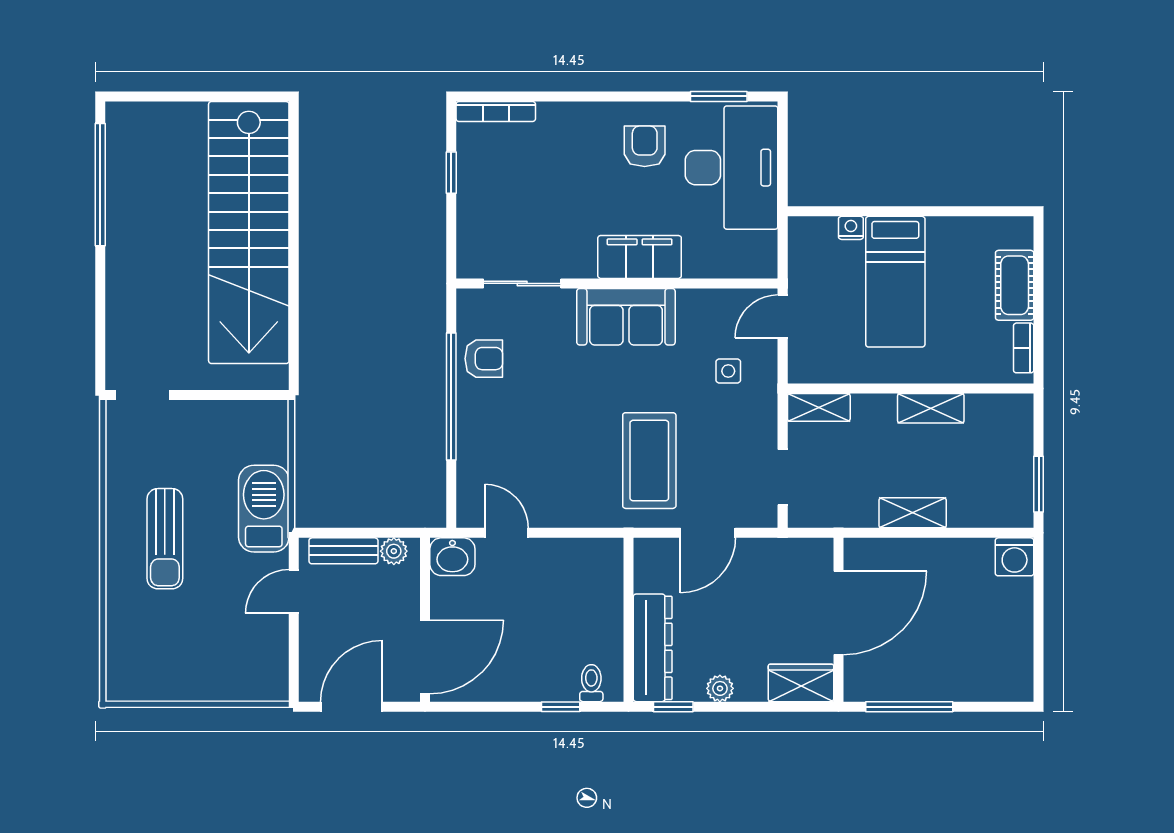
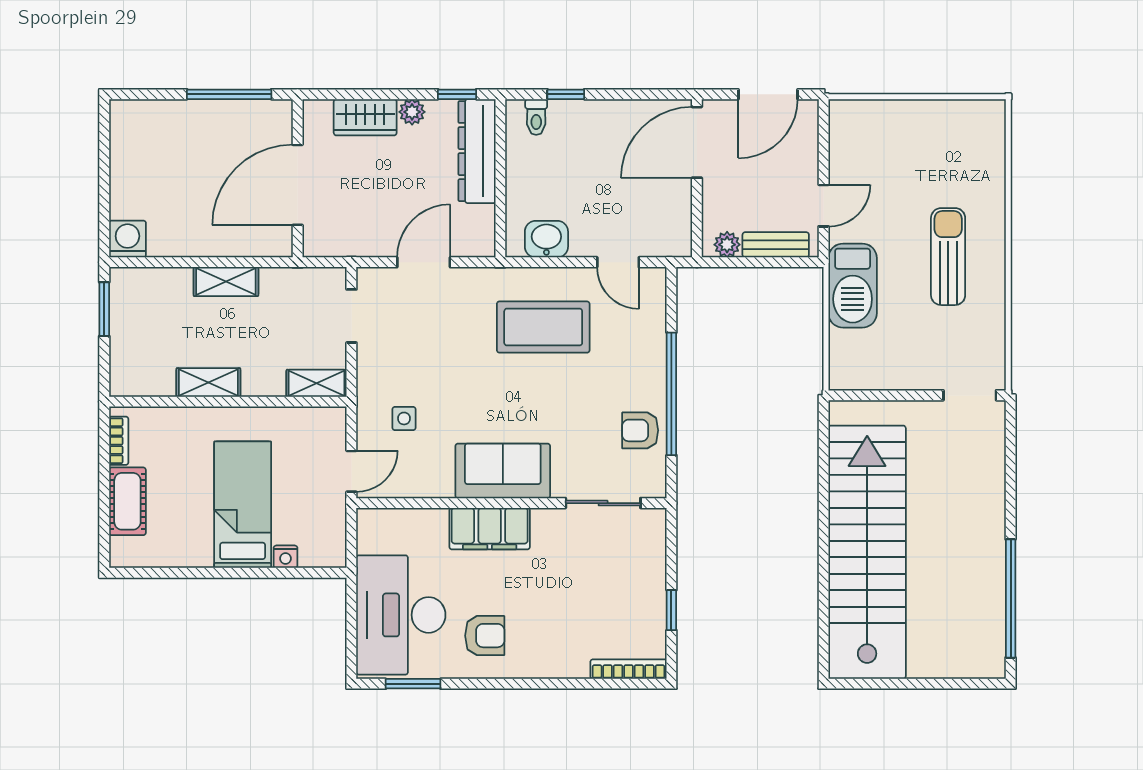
armchair: (645, 146) -> (485, 636), turned -90
coffee table: (649, 461) -> (543, 327), moved, turned 90
washbasin: (452, 557) -> (546, 239), moved
wardrobe: (801, 683) -> (365, 117), moved

